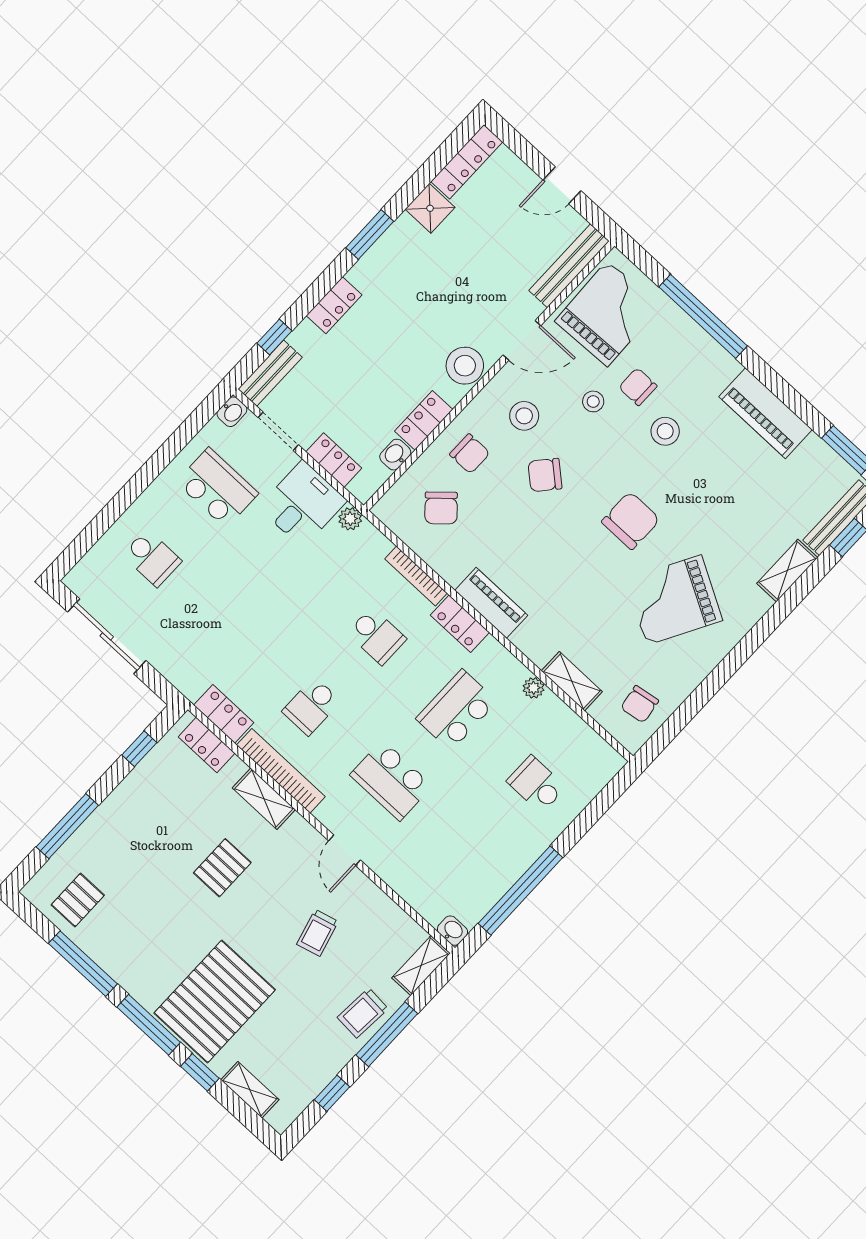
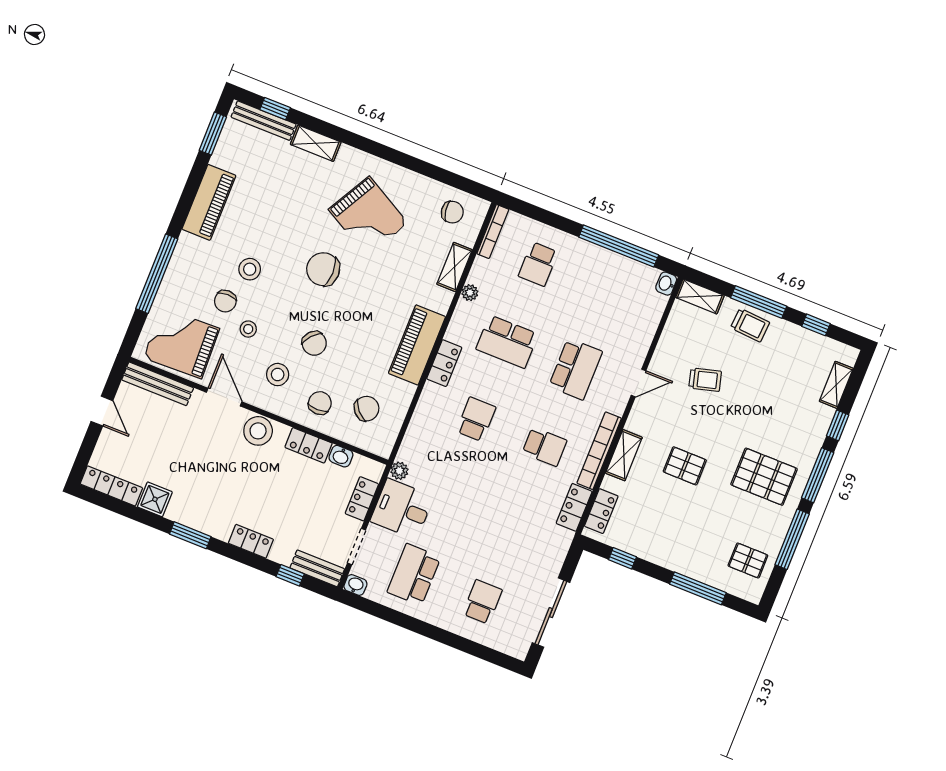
bookcase: (416, 576) -> (493, 231), moved
piano: (491, 603) -> (417, 345), width x1.37, depth x1.33
pallet: (215, 1001) -> (764, 477), moved, width x0.73, depth x0.71

